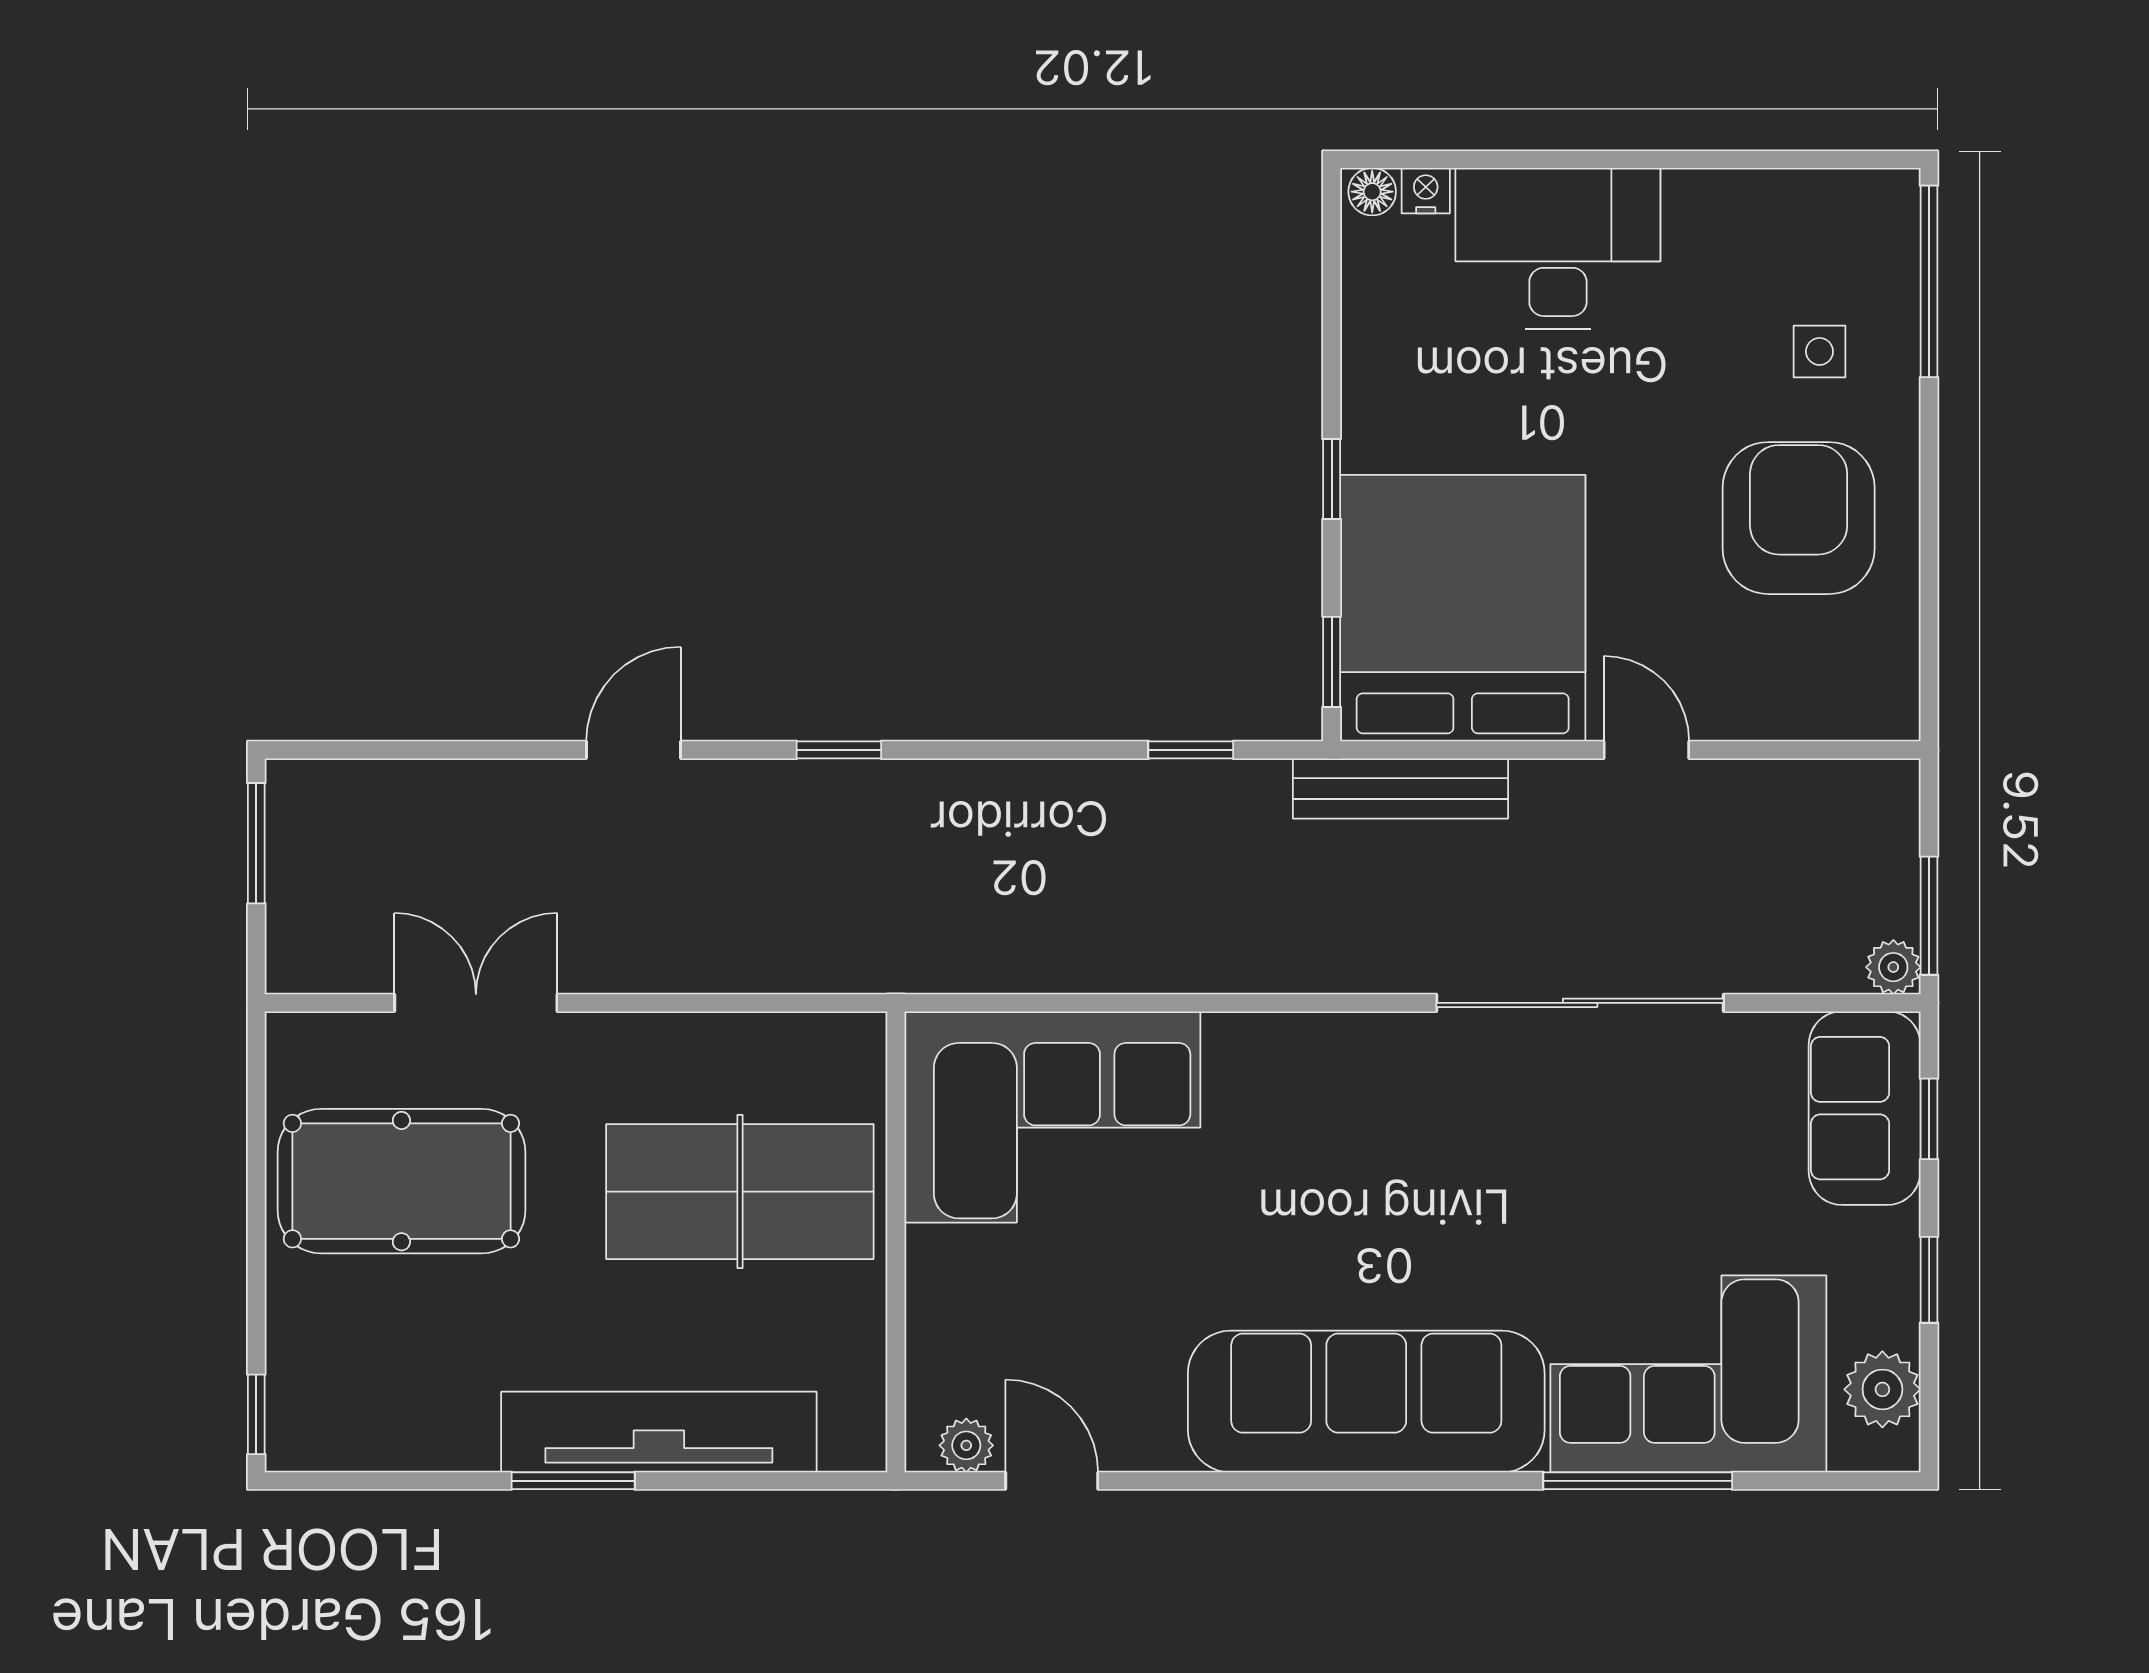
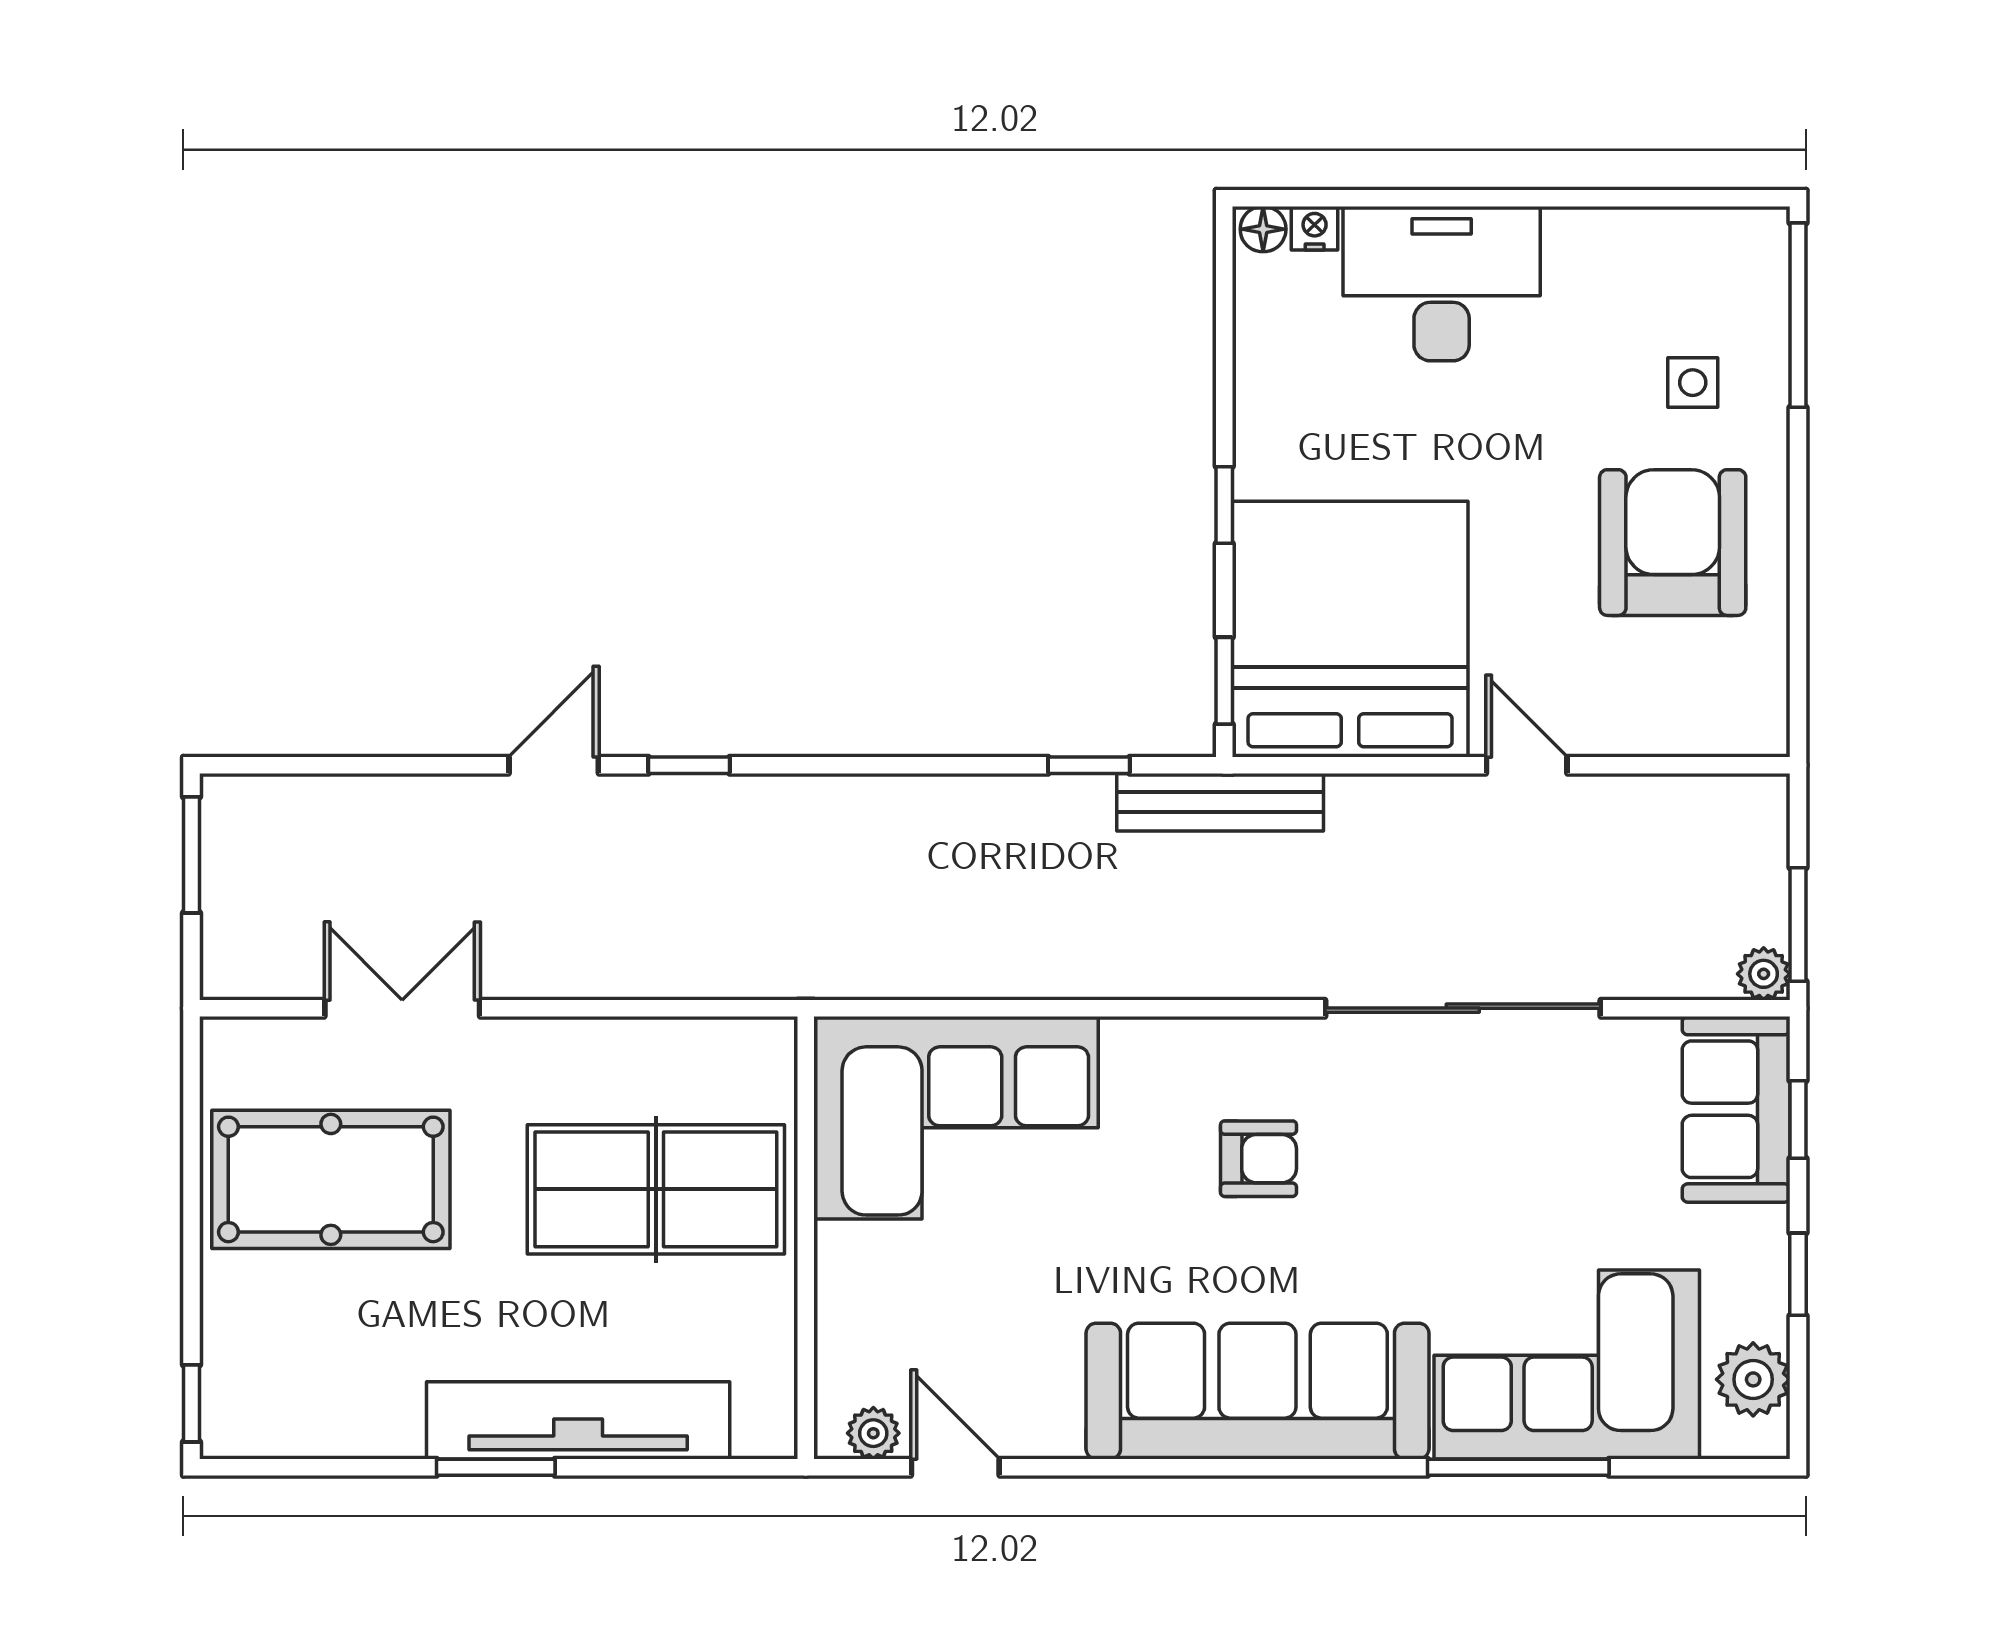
window: (839, 750) -> (689, 765), moved
bench: (1400, 788) -> (1220, 802), moved
armchair: (1367, 1160) -> (1258, 1159), added

